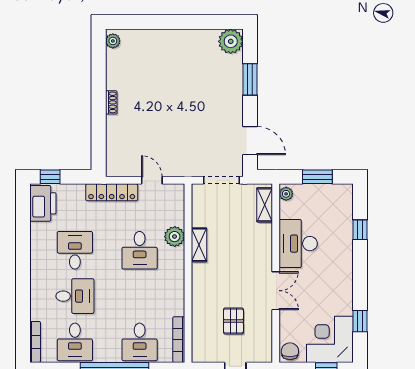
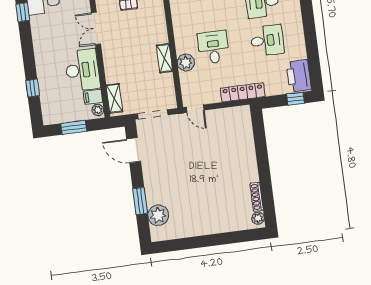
plant: (231, 41) -> (158, 215), moved
shoe rack: (111, 102) -> (257, 197), moved, width x1.43
door: (152, 180) -> (195, 109), moved
filing cabinet: (290, 210) -> (93, 97), added
desk: (75, 250) -> (267, 40), turned -90

